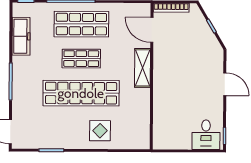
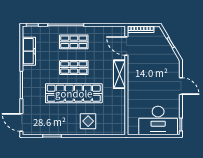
shop shelf: (81, 24) -> (74, 42), width x0.70, depth x0.74
desk: (206, 135) -> (158, 121), width x1.87, depth x1.30

